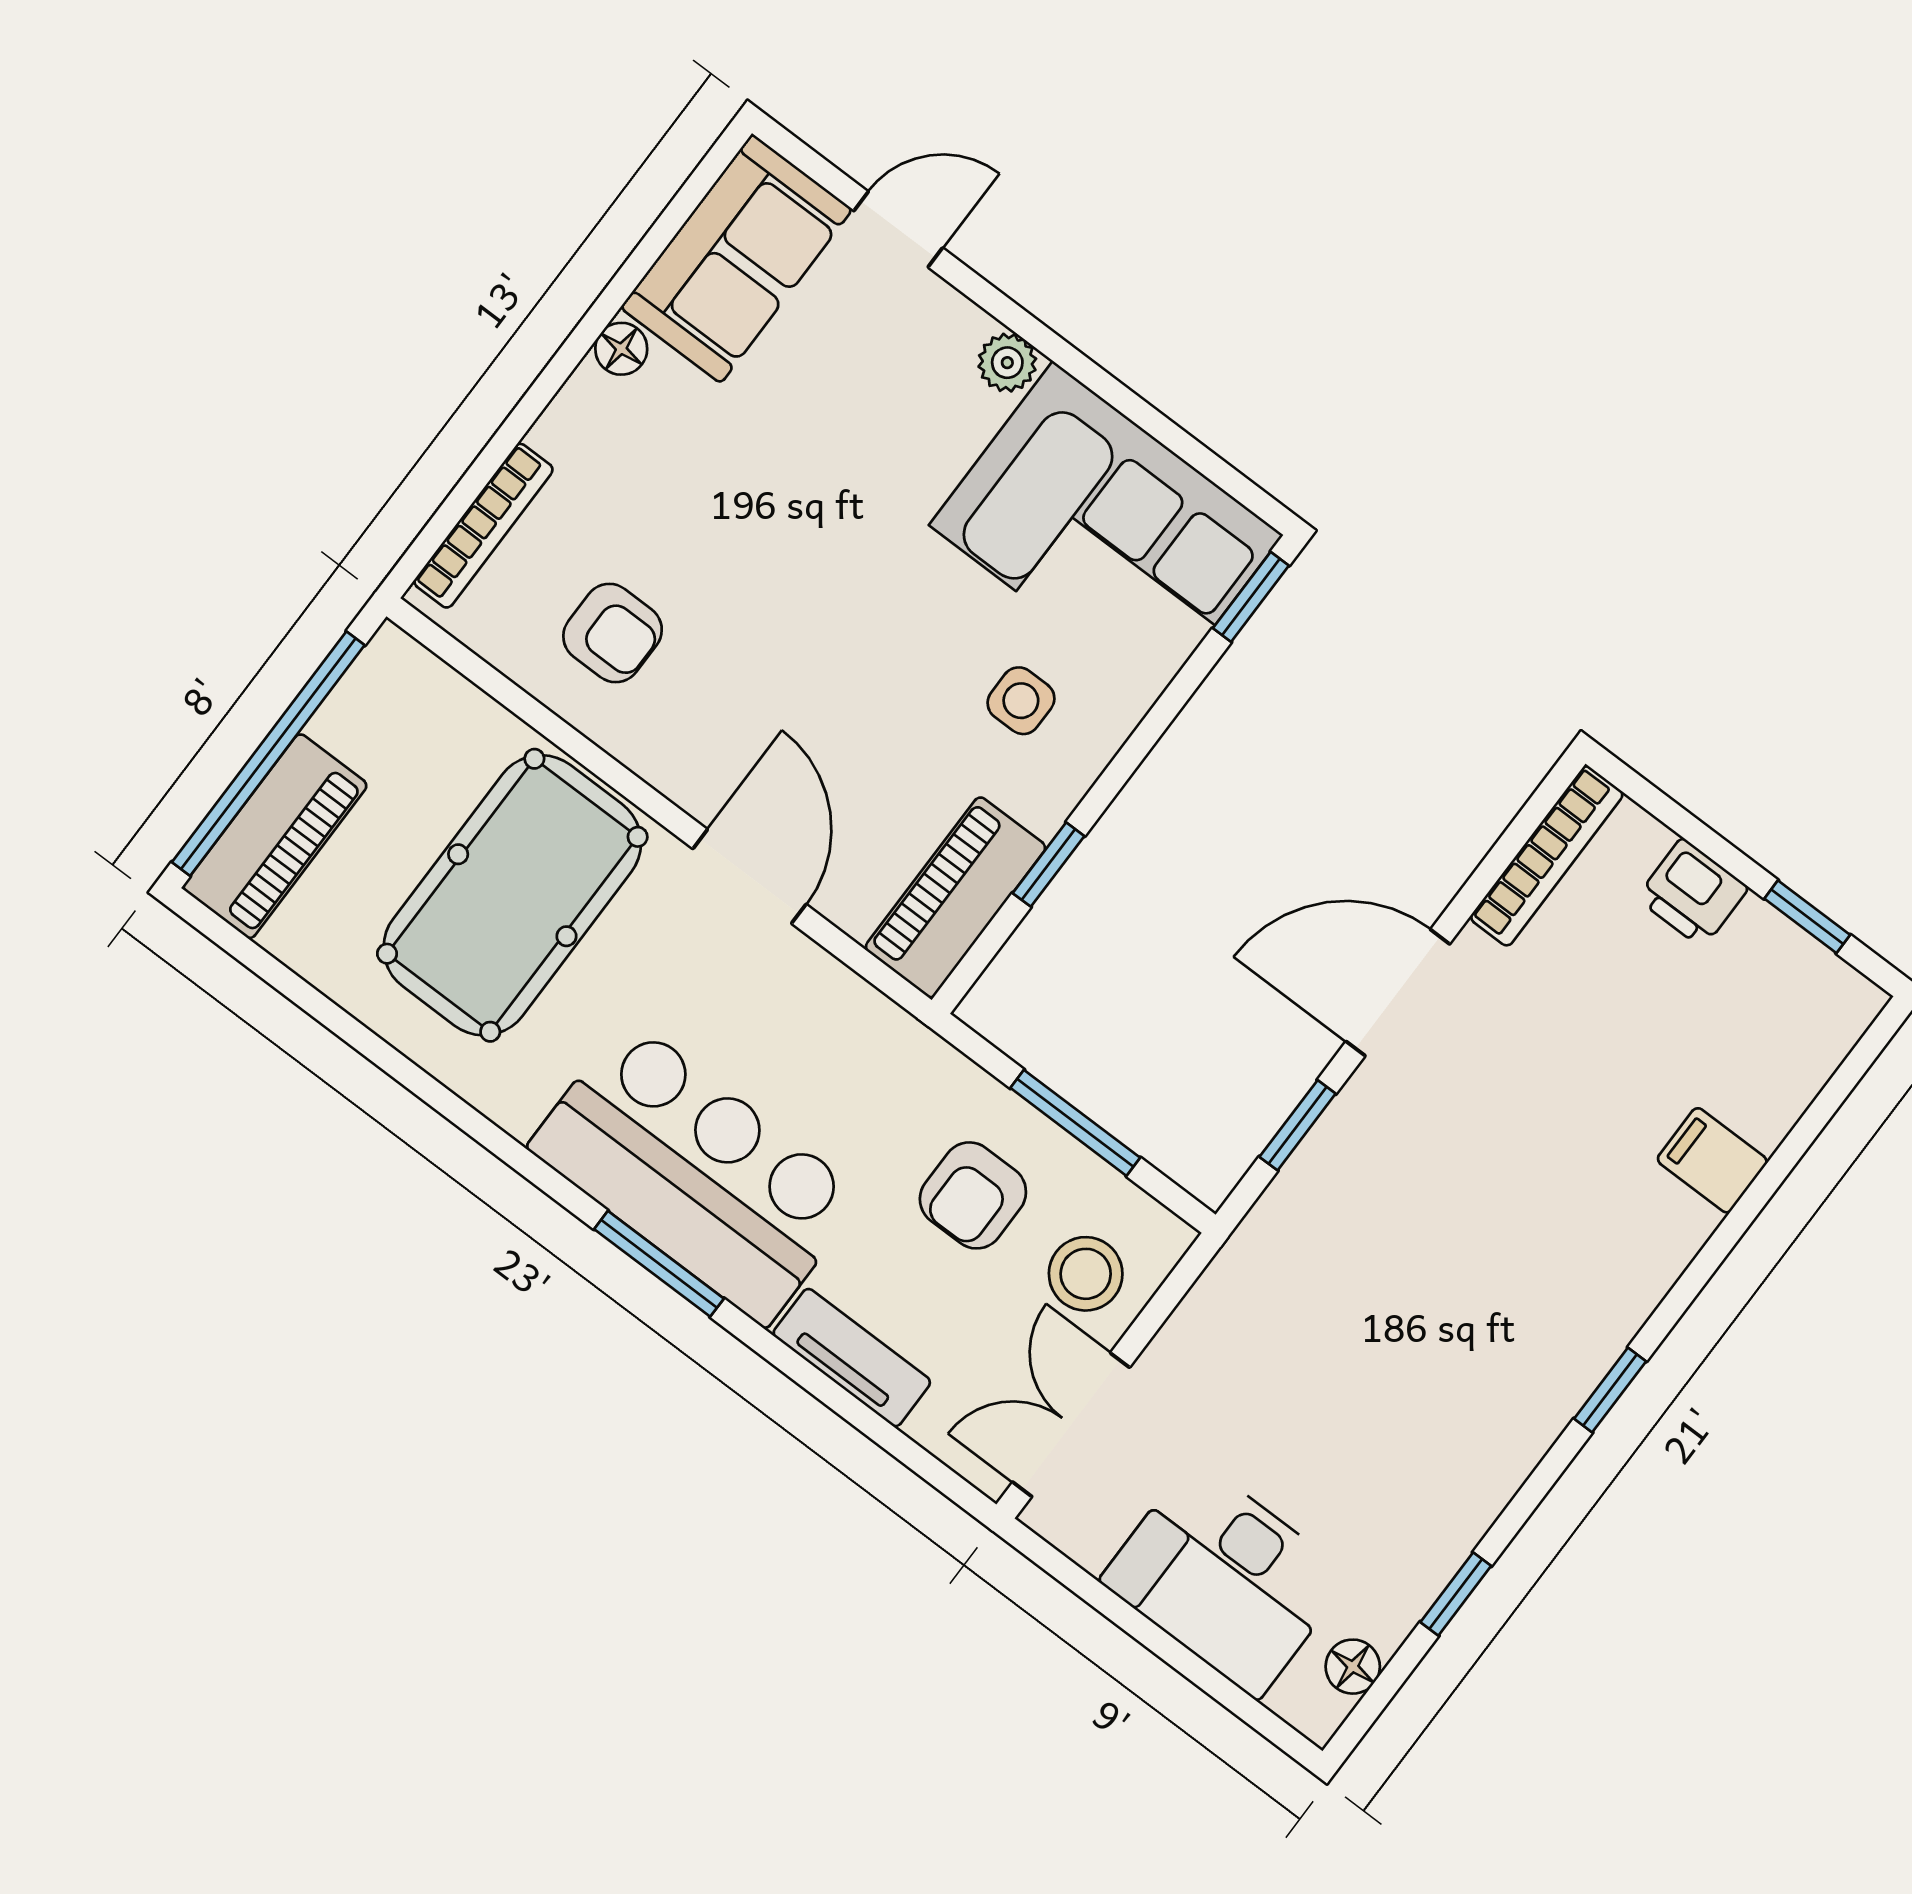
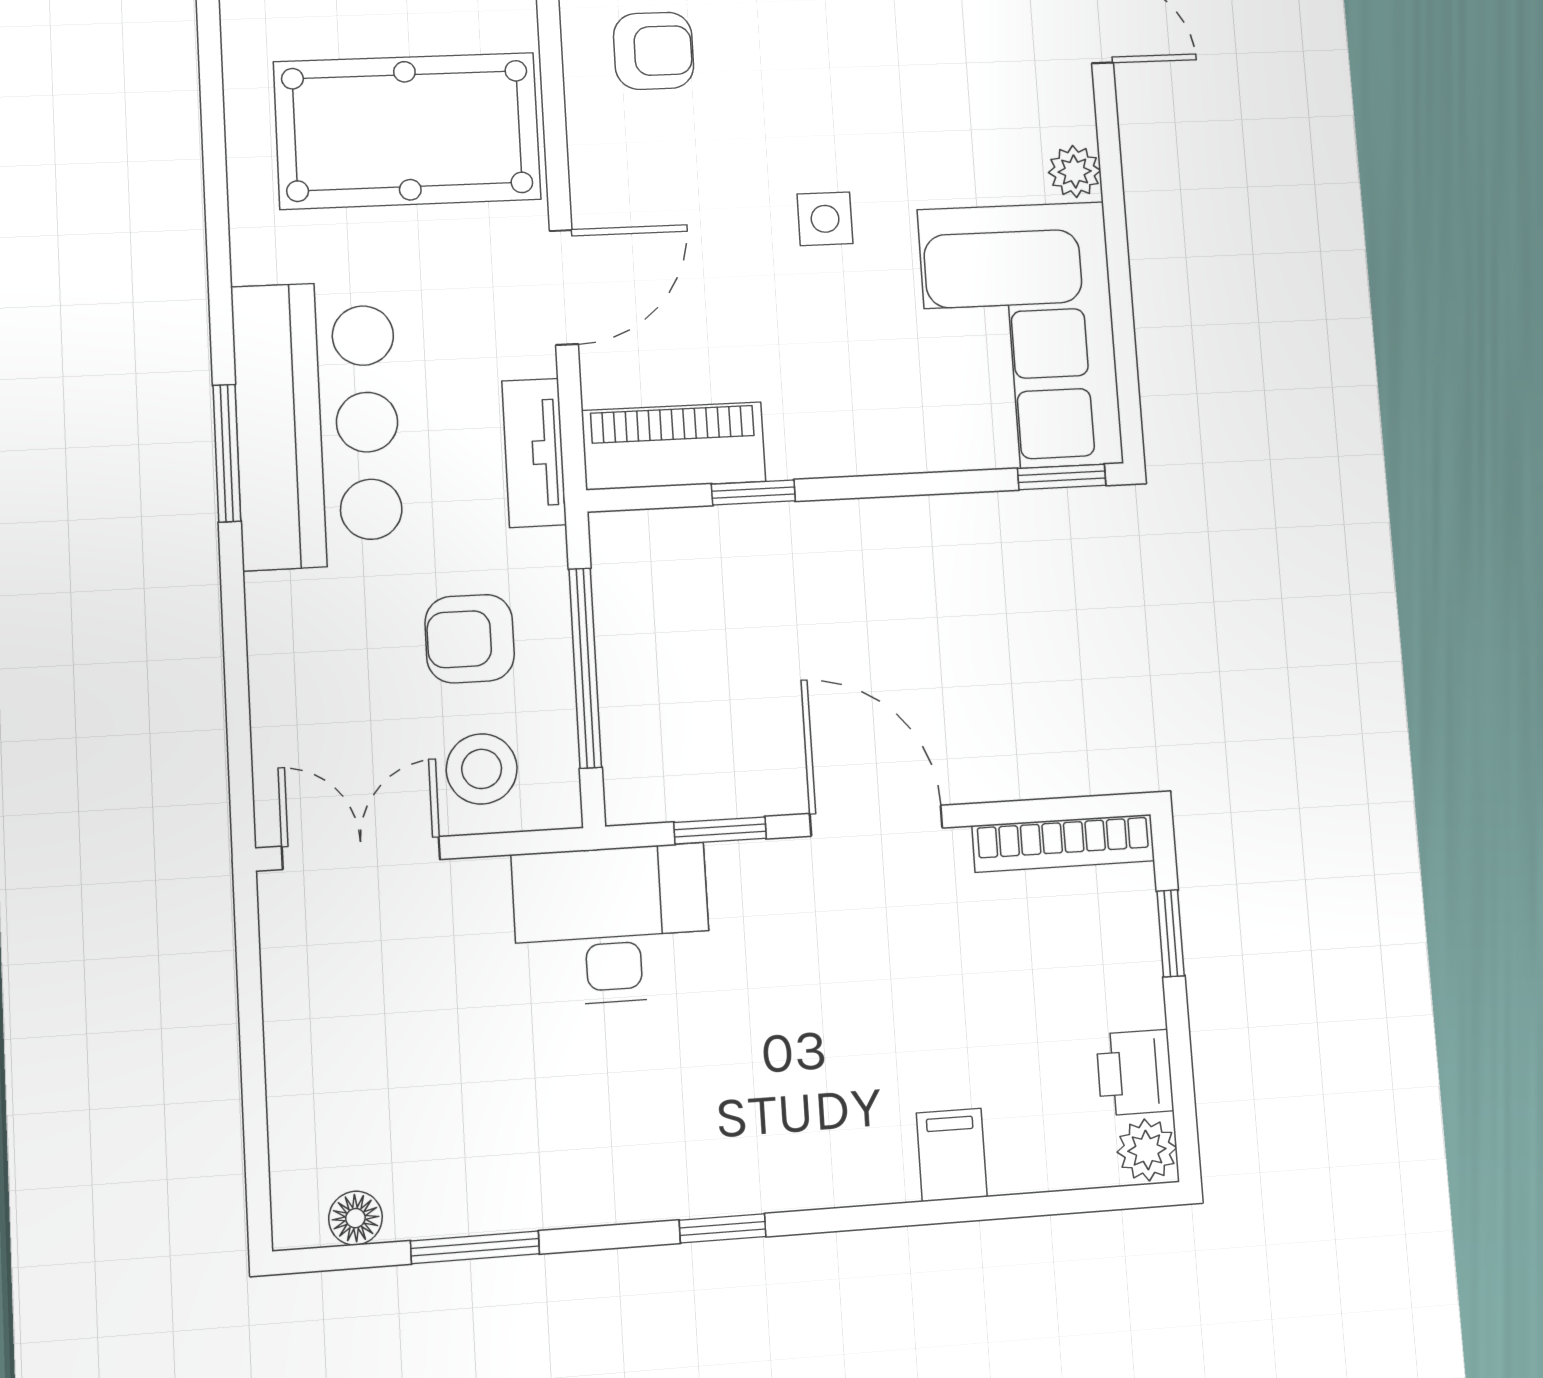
armchair: (613, 633) -> (654, 51), turned -90
side table: (1021, 701) -> (825, 219), moved
printer: (1692, 893) -> (1135, 1073), moved
window: (1807, 917) -> (1171, 933), moved
plant: (1846, 1000) -> (1147, 1150), added
window: (1075, 1123) -> (585, 668), width x1.44
tv unit: (852, 1358) -> (534, 453), moved, turned 180
desk: (1225, 1578) -> (612, 925), moved, turned 90
window: (1456, 1594) -> (475, 1247), width x1.50

